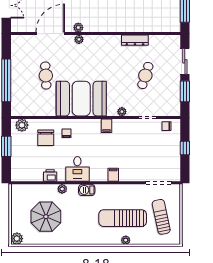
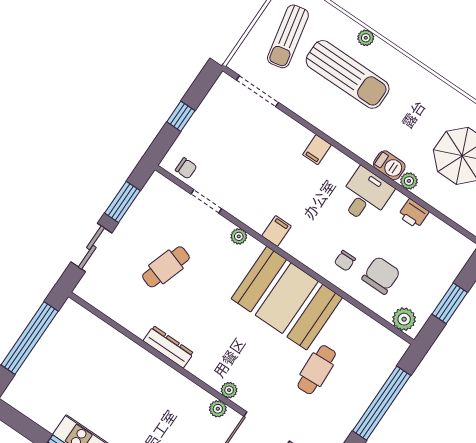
dresser: (135, 40) -> (168, 347), moved
barbecue: (87, 190) -> (389, 165), moved

